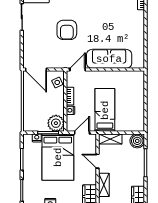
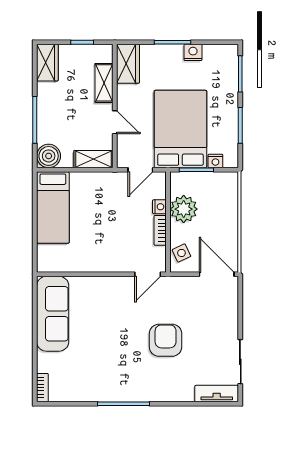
sofa: (109, 59) -> (53, 314), moved, turned -90
bed: (105, 110) -> (53, 207), moved
plant: (56, 123) -> (184, 209), moved

